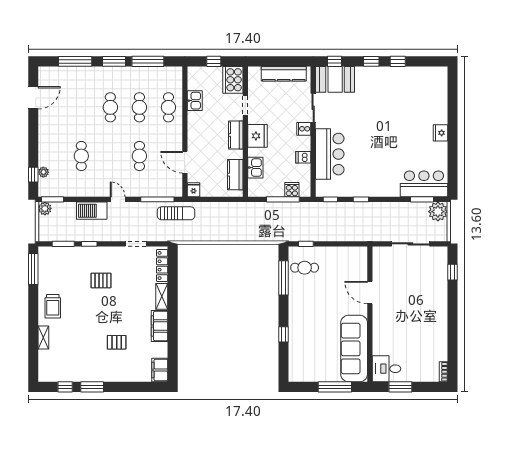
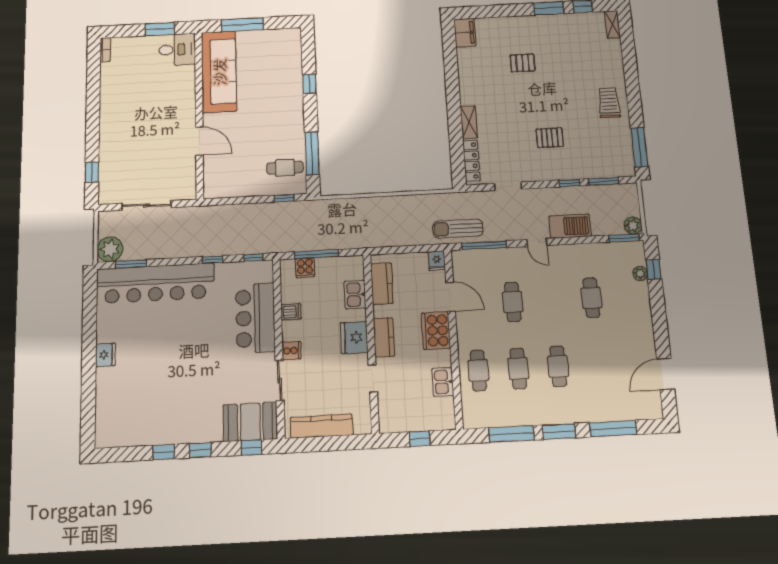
cooker: (233, 80) -> (436, 331), moved, turned 180
bar counter: (424, 184) -> (155, 283), width x1.86
filing cabinet: (160, 326) -> (469, 86), removed
shelving: (43, 337) -> (612, 25), moved

